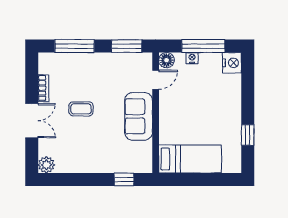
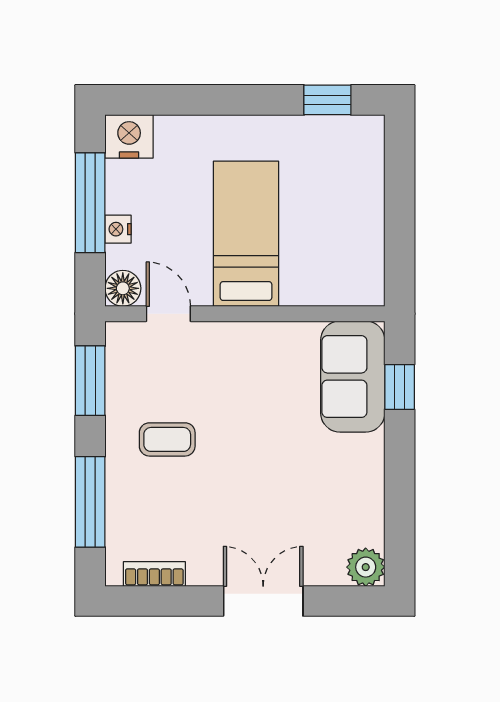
bookcase: (43, 88) -> (154, 574), moved
coffee table: (81, 109) -> (167, 439), moved, turned 90
sofa: (139, 116) -> (353, 377), moved, turned 90
window: (248, 135) -> (327, 100), moved
bed: (190, 159) -> (246, 234), moved

